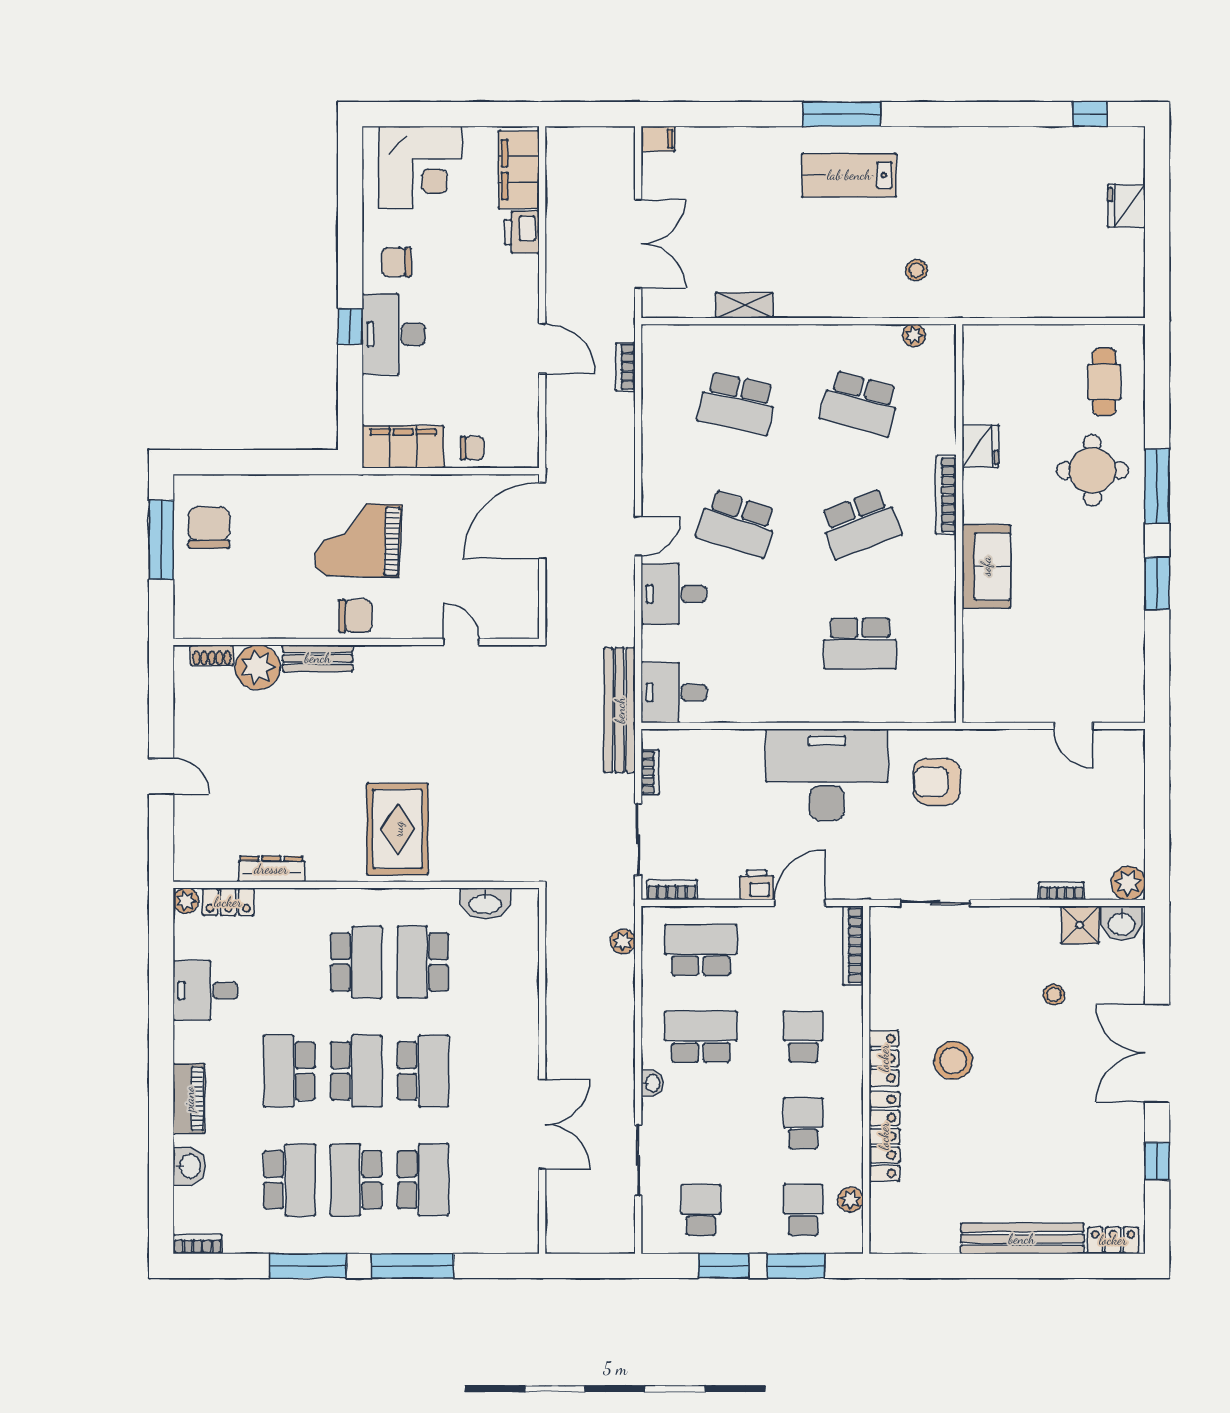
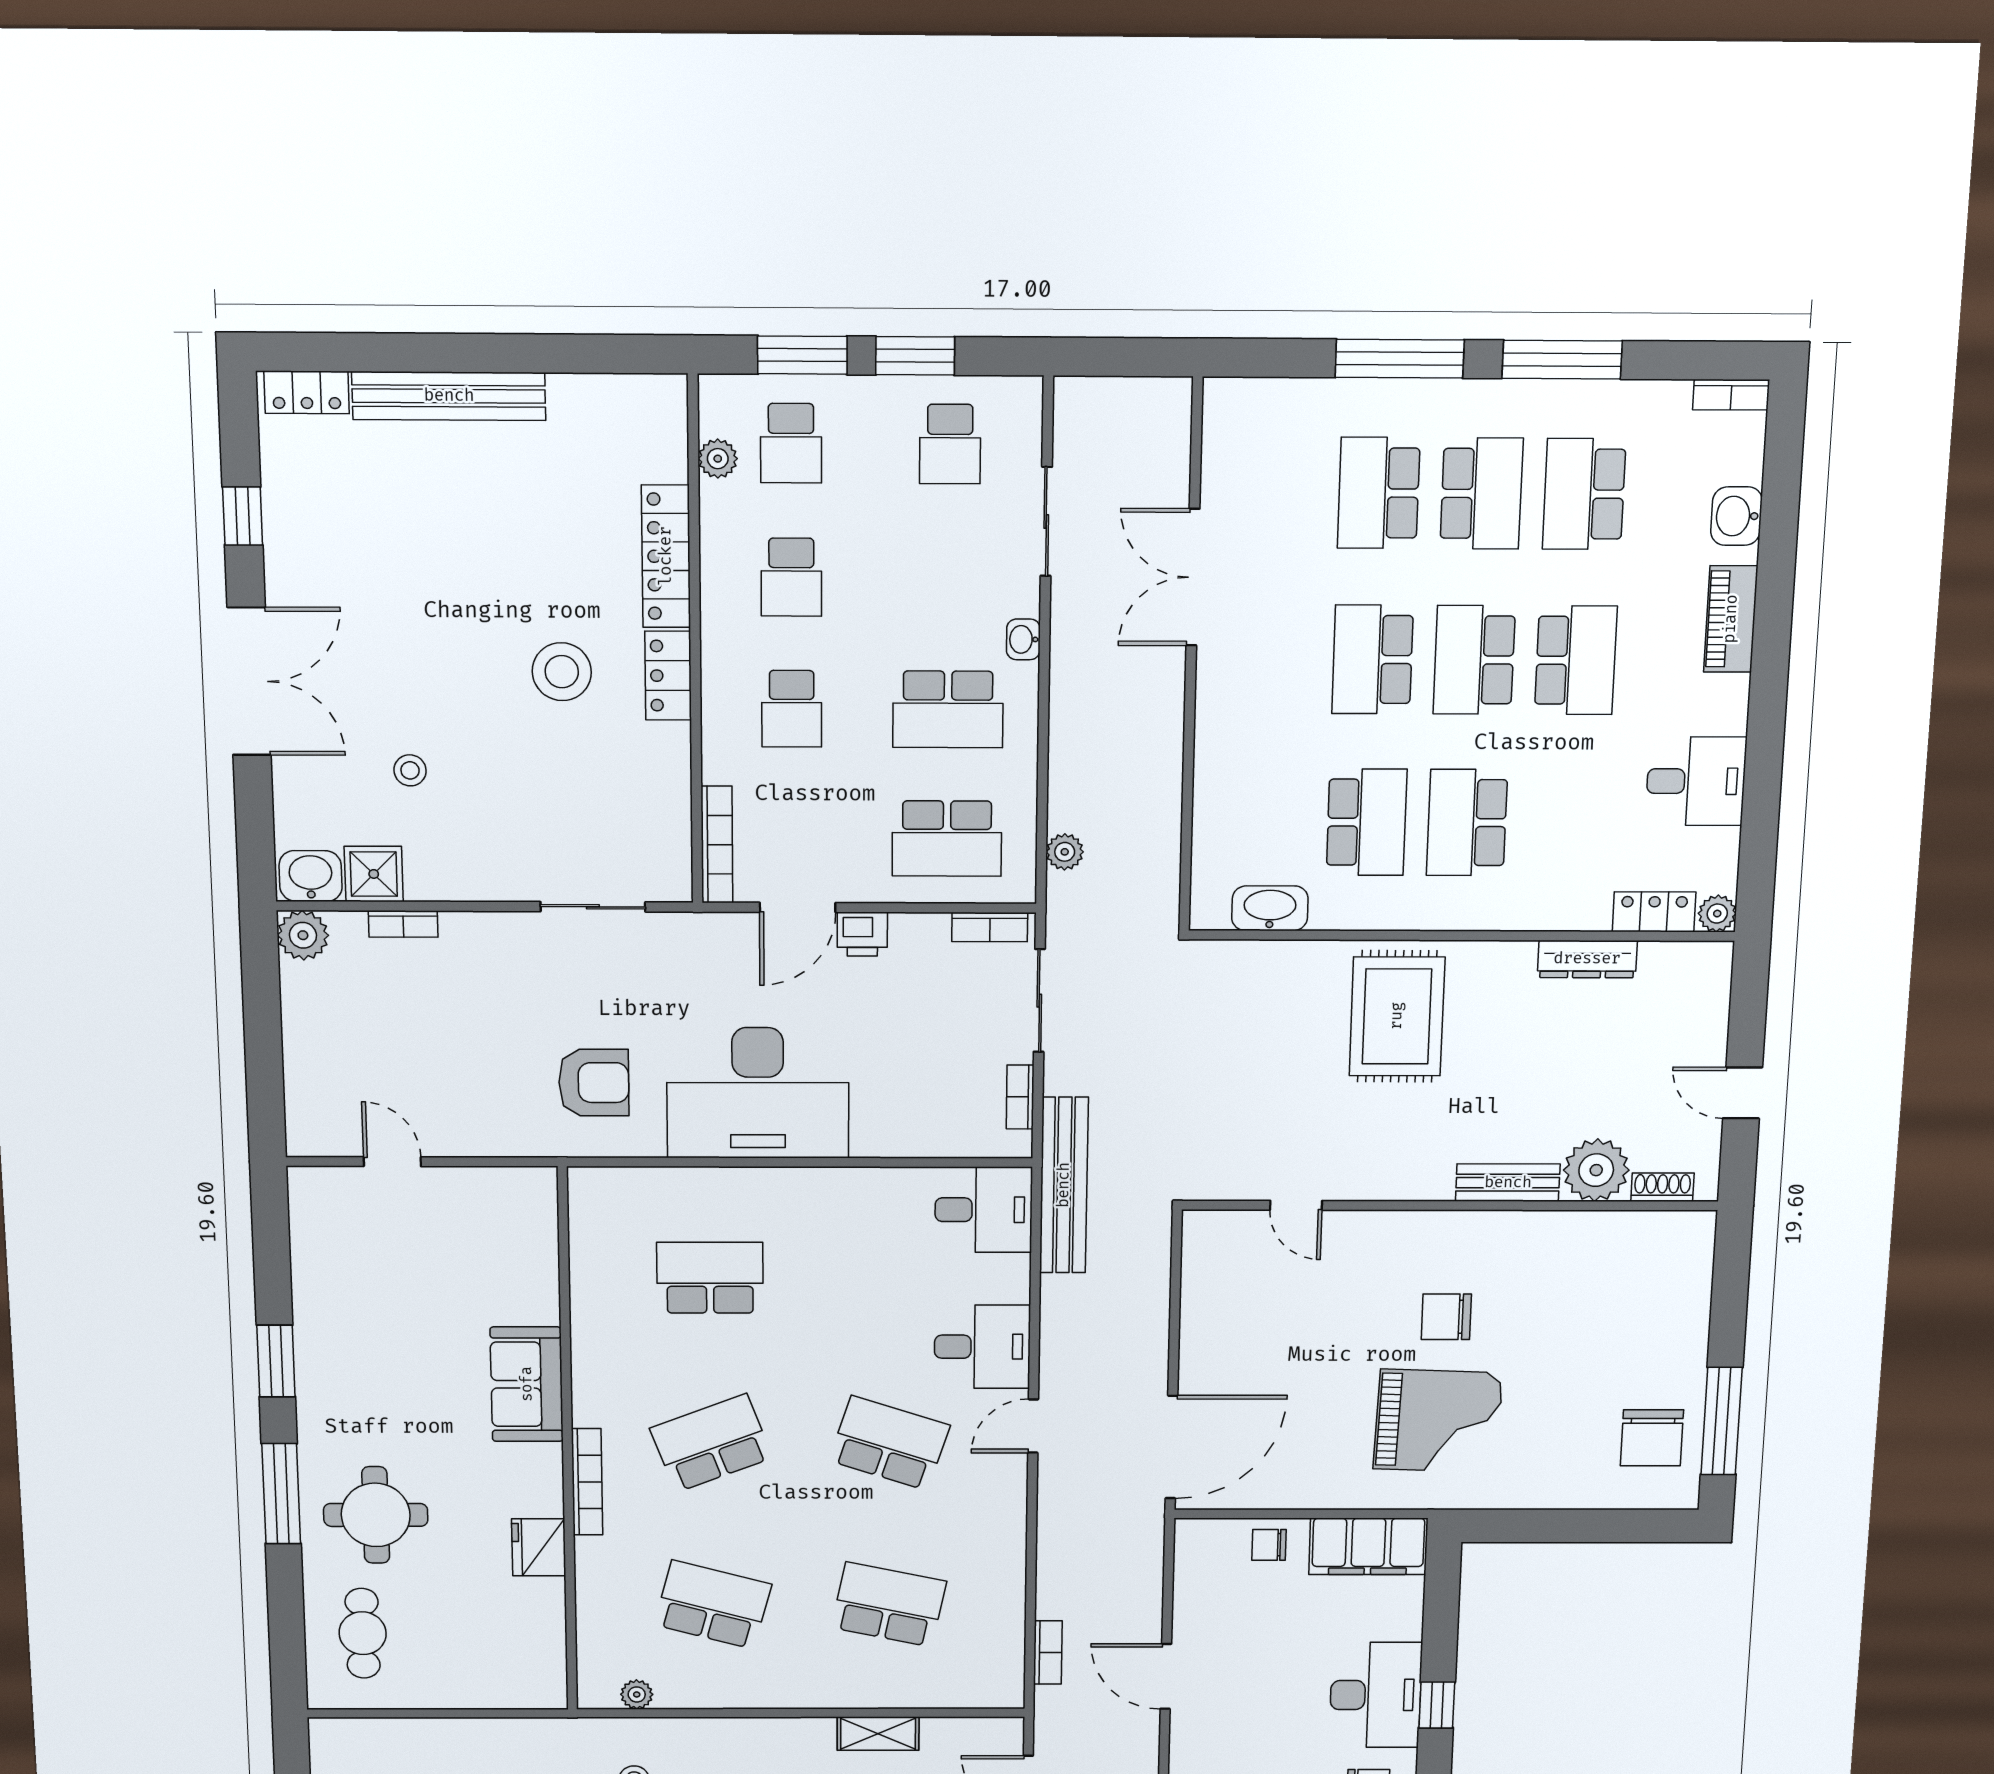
wall: (356, 642) -> (1450, 1206), moved
door: (461, 642) -> (1296, 1205), moved
shoe rack: (212, 655) -> (1662, 1187), moved
bench: (318, 658) -> (1508, 1183), moved
plant: (258, 667) -> (1596, 1170), moved

